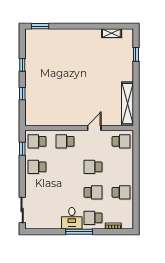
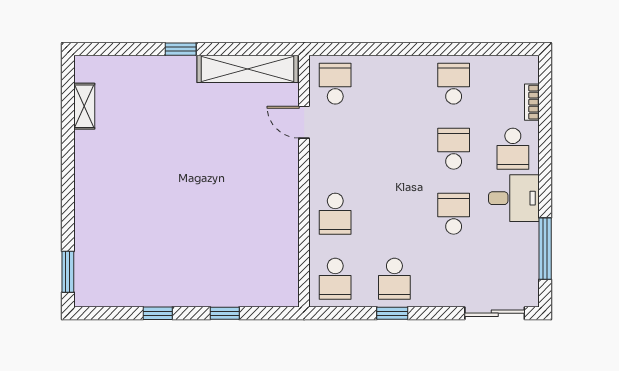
window: (136, 54) -> (181, 49), moved
door: (94, 128) -> (304, 122), moved
window: (22, 149) -> (392, 313), moved
school desk: (93, 167) -> (454, 214), moved, turned 180
window: (79, 232) -> (545, 249), moved

